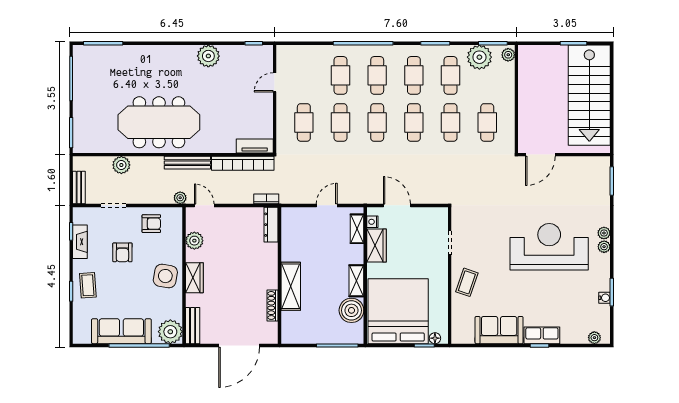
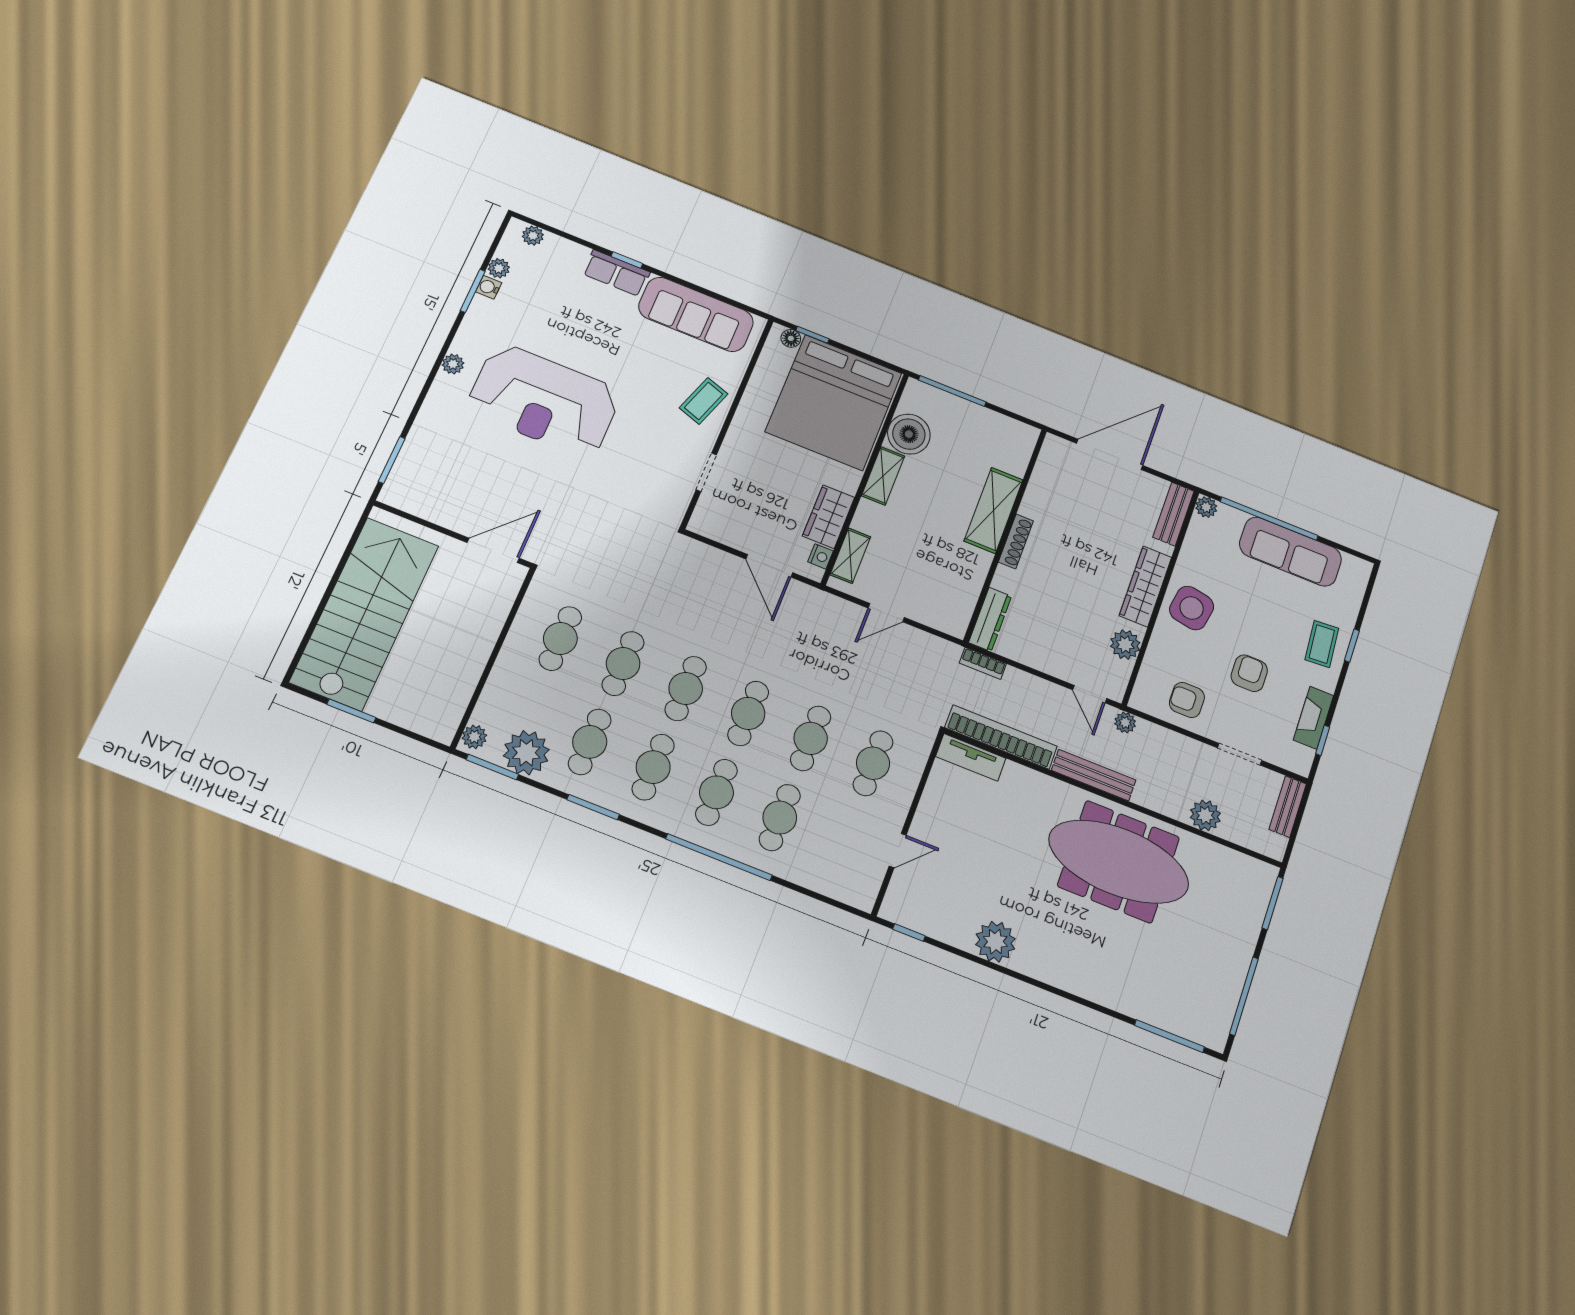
plant: (604, 233) -> (499, 268), moved
wardrobe: (194, 278) -> (1145, 586), width x1.50
shoe rack: (273, 305) -> (1016, 541), moved
sofa: (499, 330) -> (696, 314), width x1.36
plant: (170, 332) -> (1206, 507), width x0.53, depth x0.53

